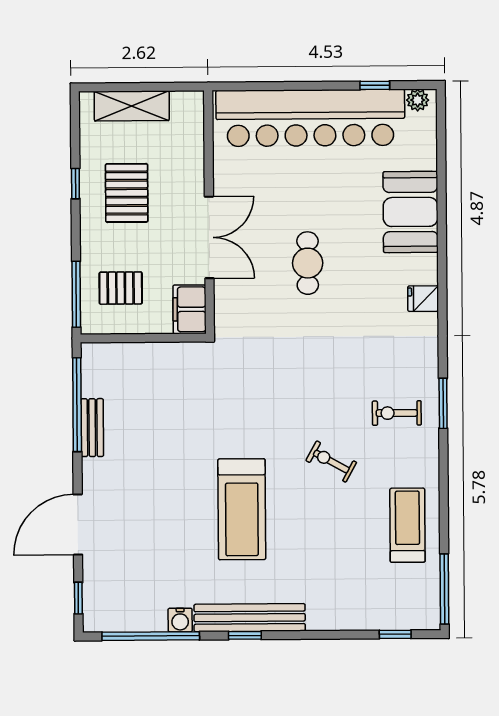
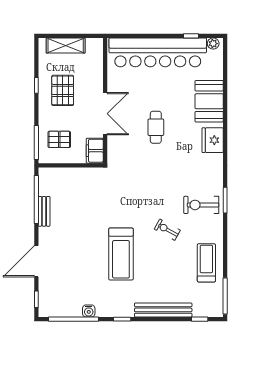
fridge: (423, 299) -> (213, 140), width x1.88, depth x1.34
exercise bike: (397, 413) -> (201, 205), width x1.38, depth x1.39
bench: (250, 618) -> (163, 310), moved

